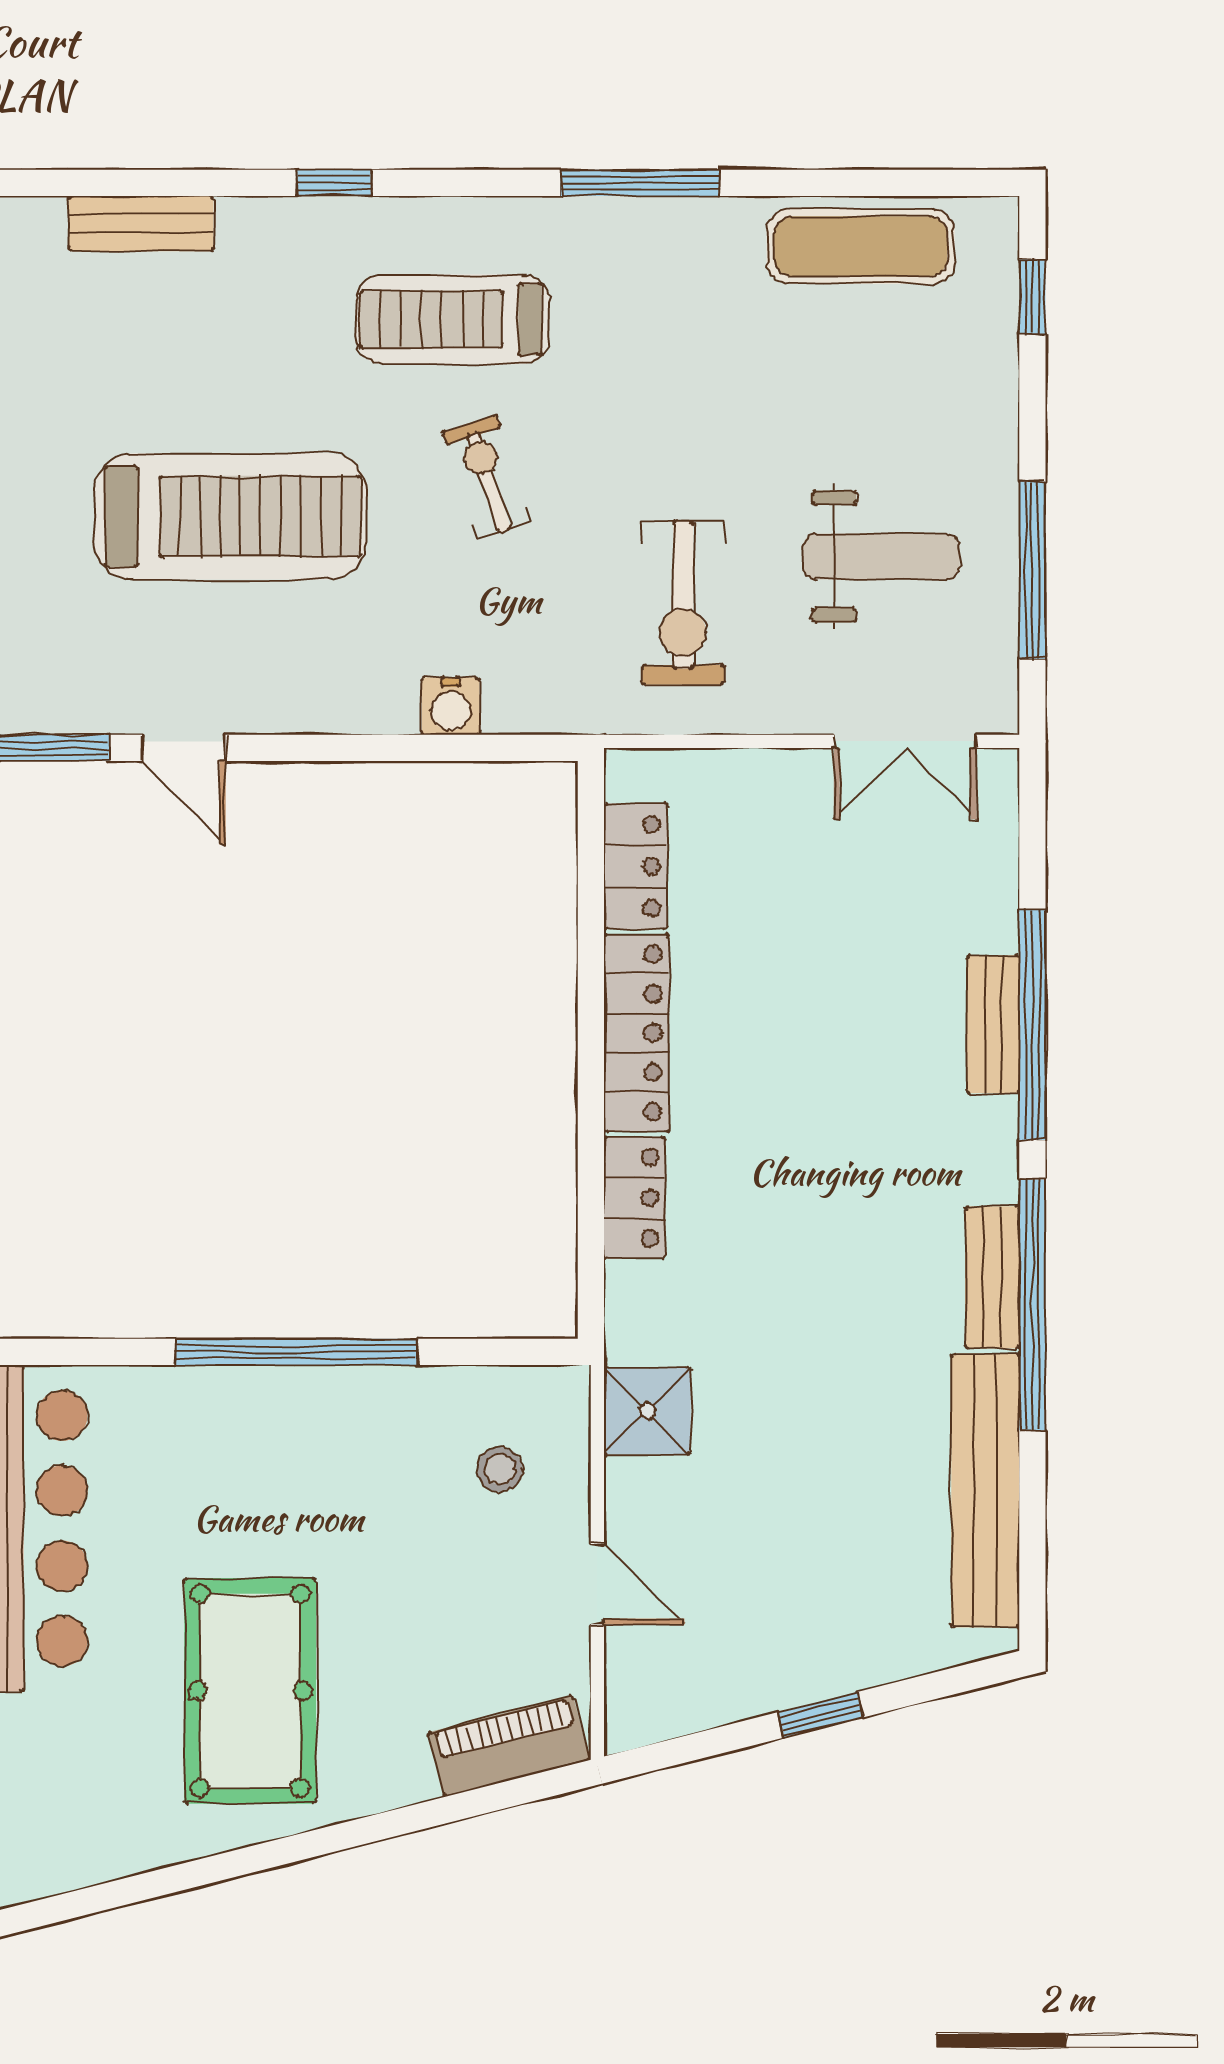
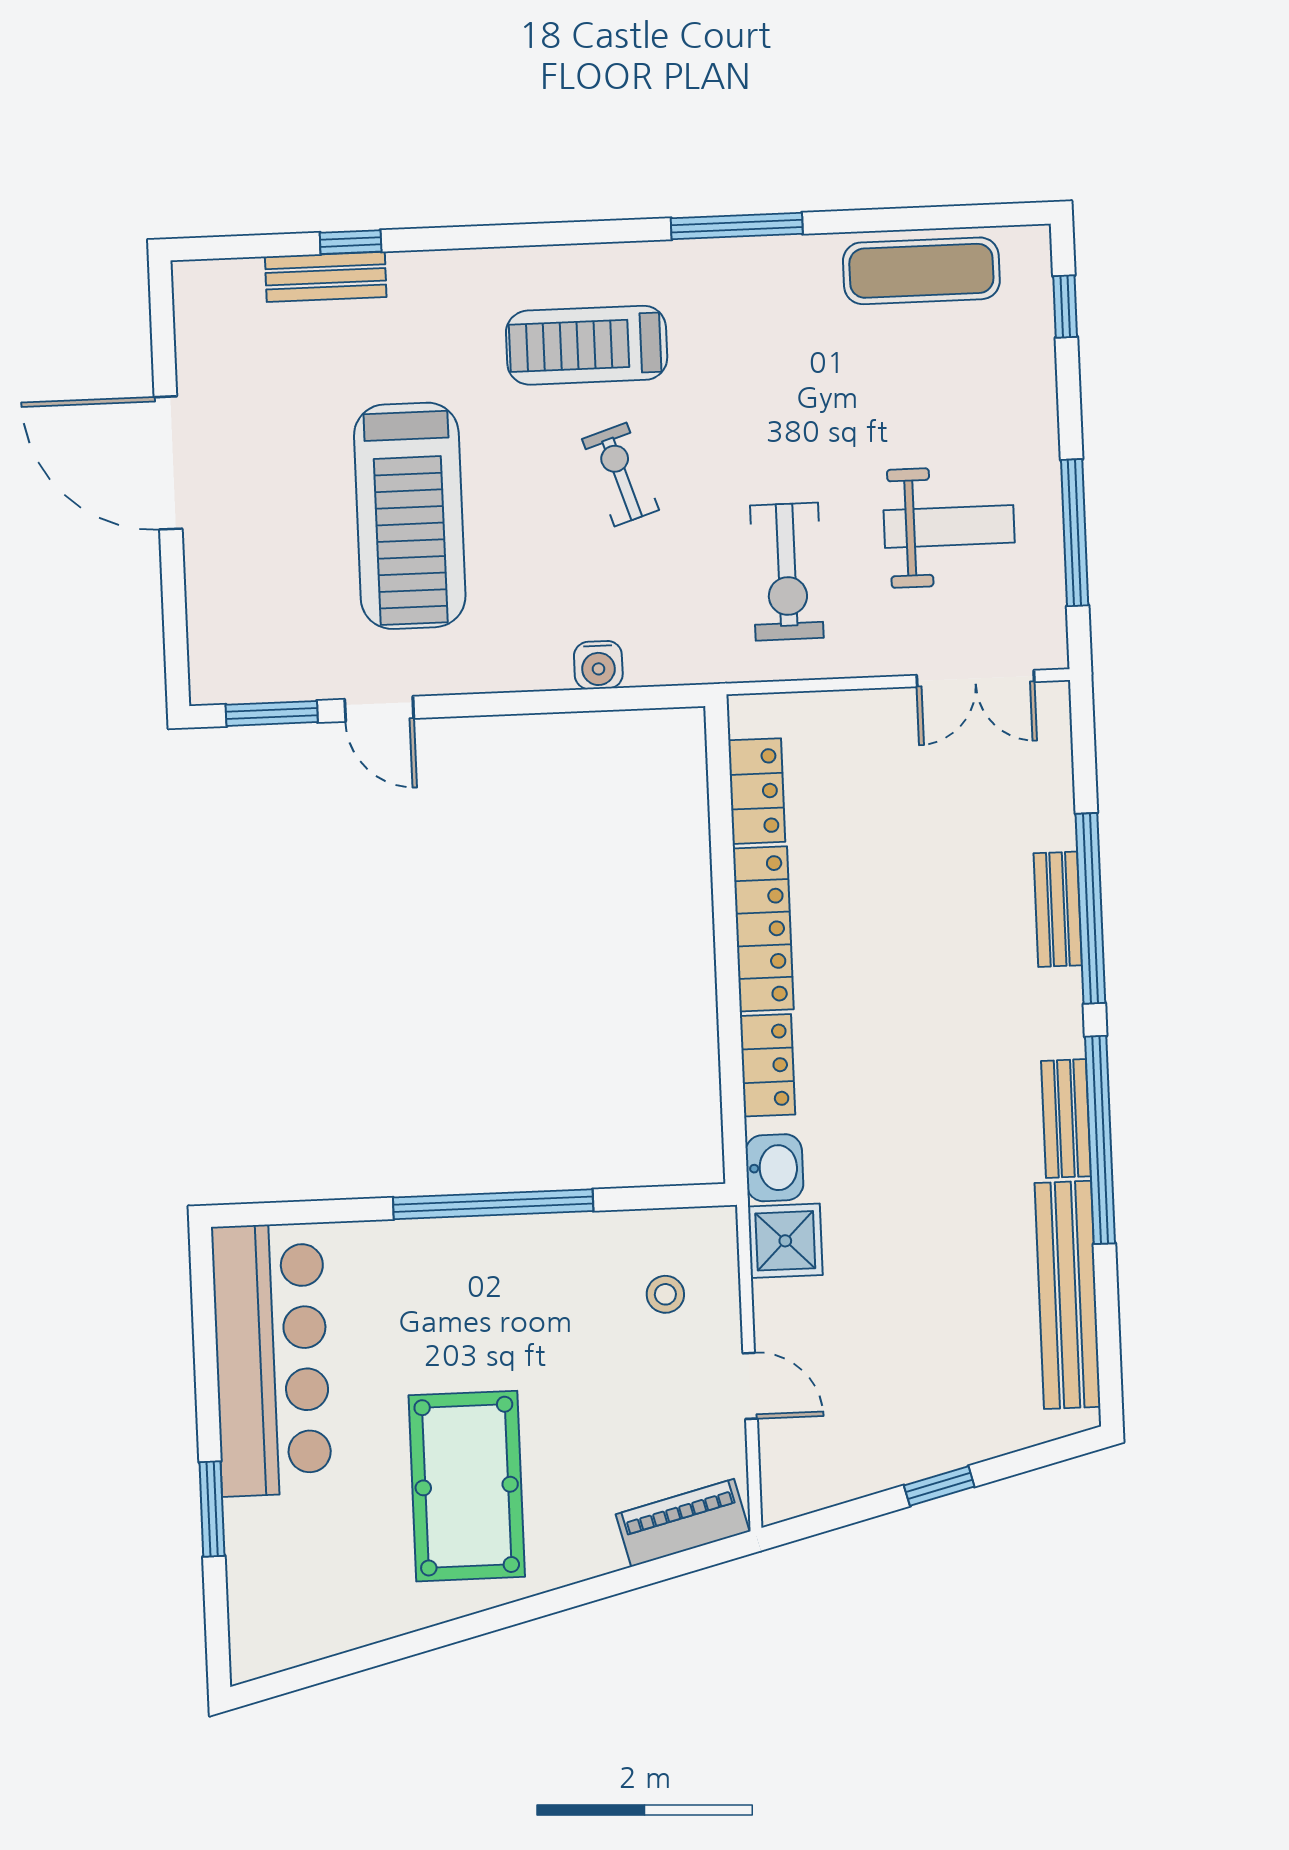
window: (334, 183) -> (351, 242), moved
treadmill: (230, 516) -> (410, 516), turned 90
washbasin: (638, 1322) -> (774, 1168), added

